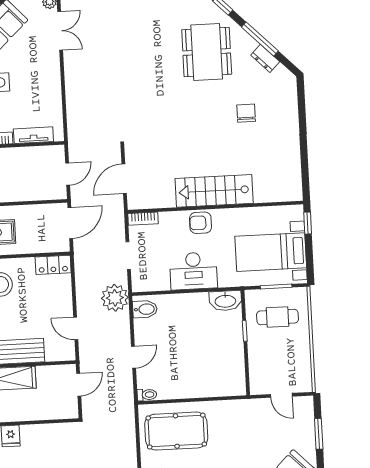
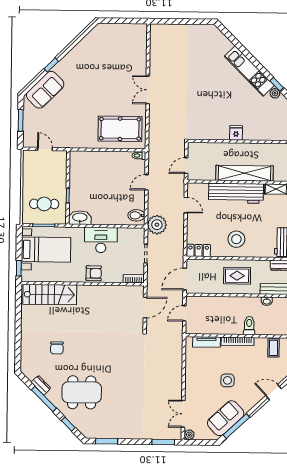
dining table: (207, 52) -> (82, 392), turned 90
stairs: (214, 191) -> (50, 294), moved

